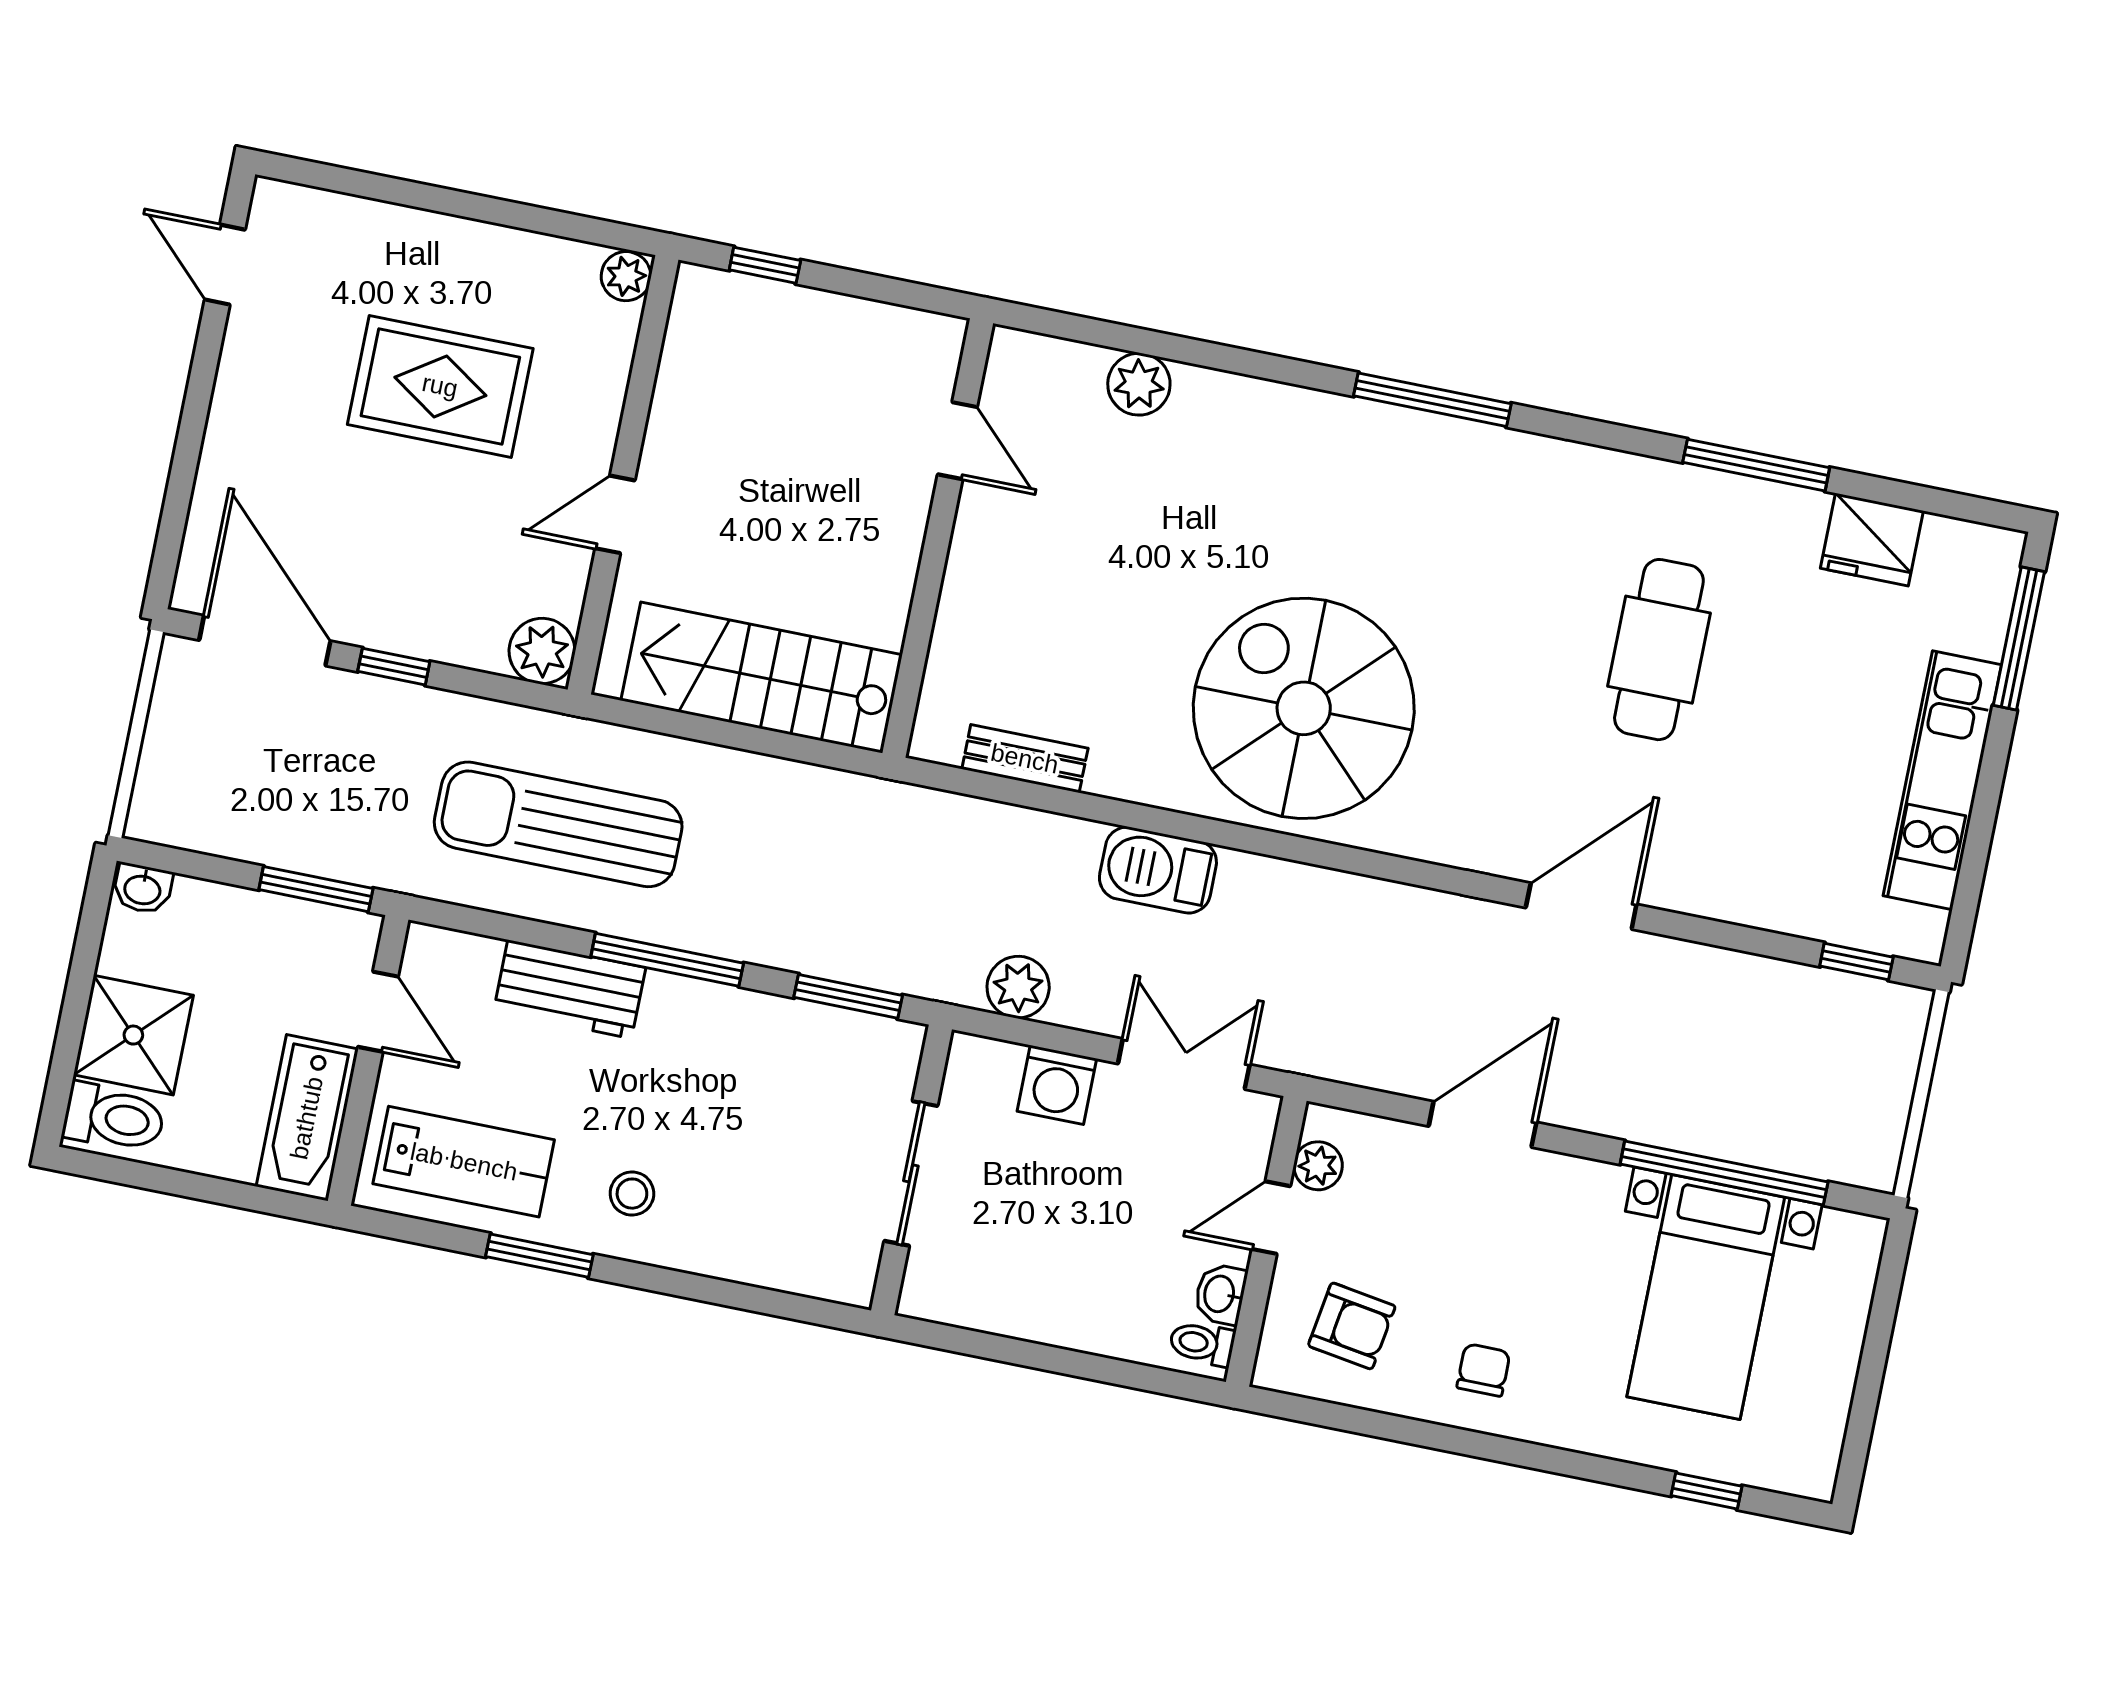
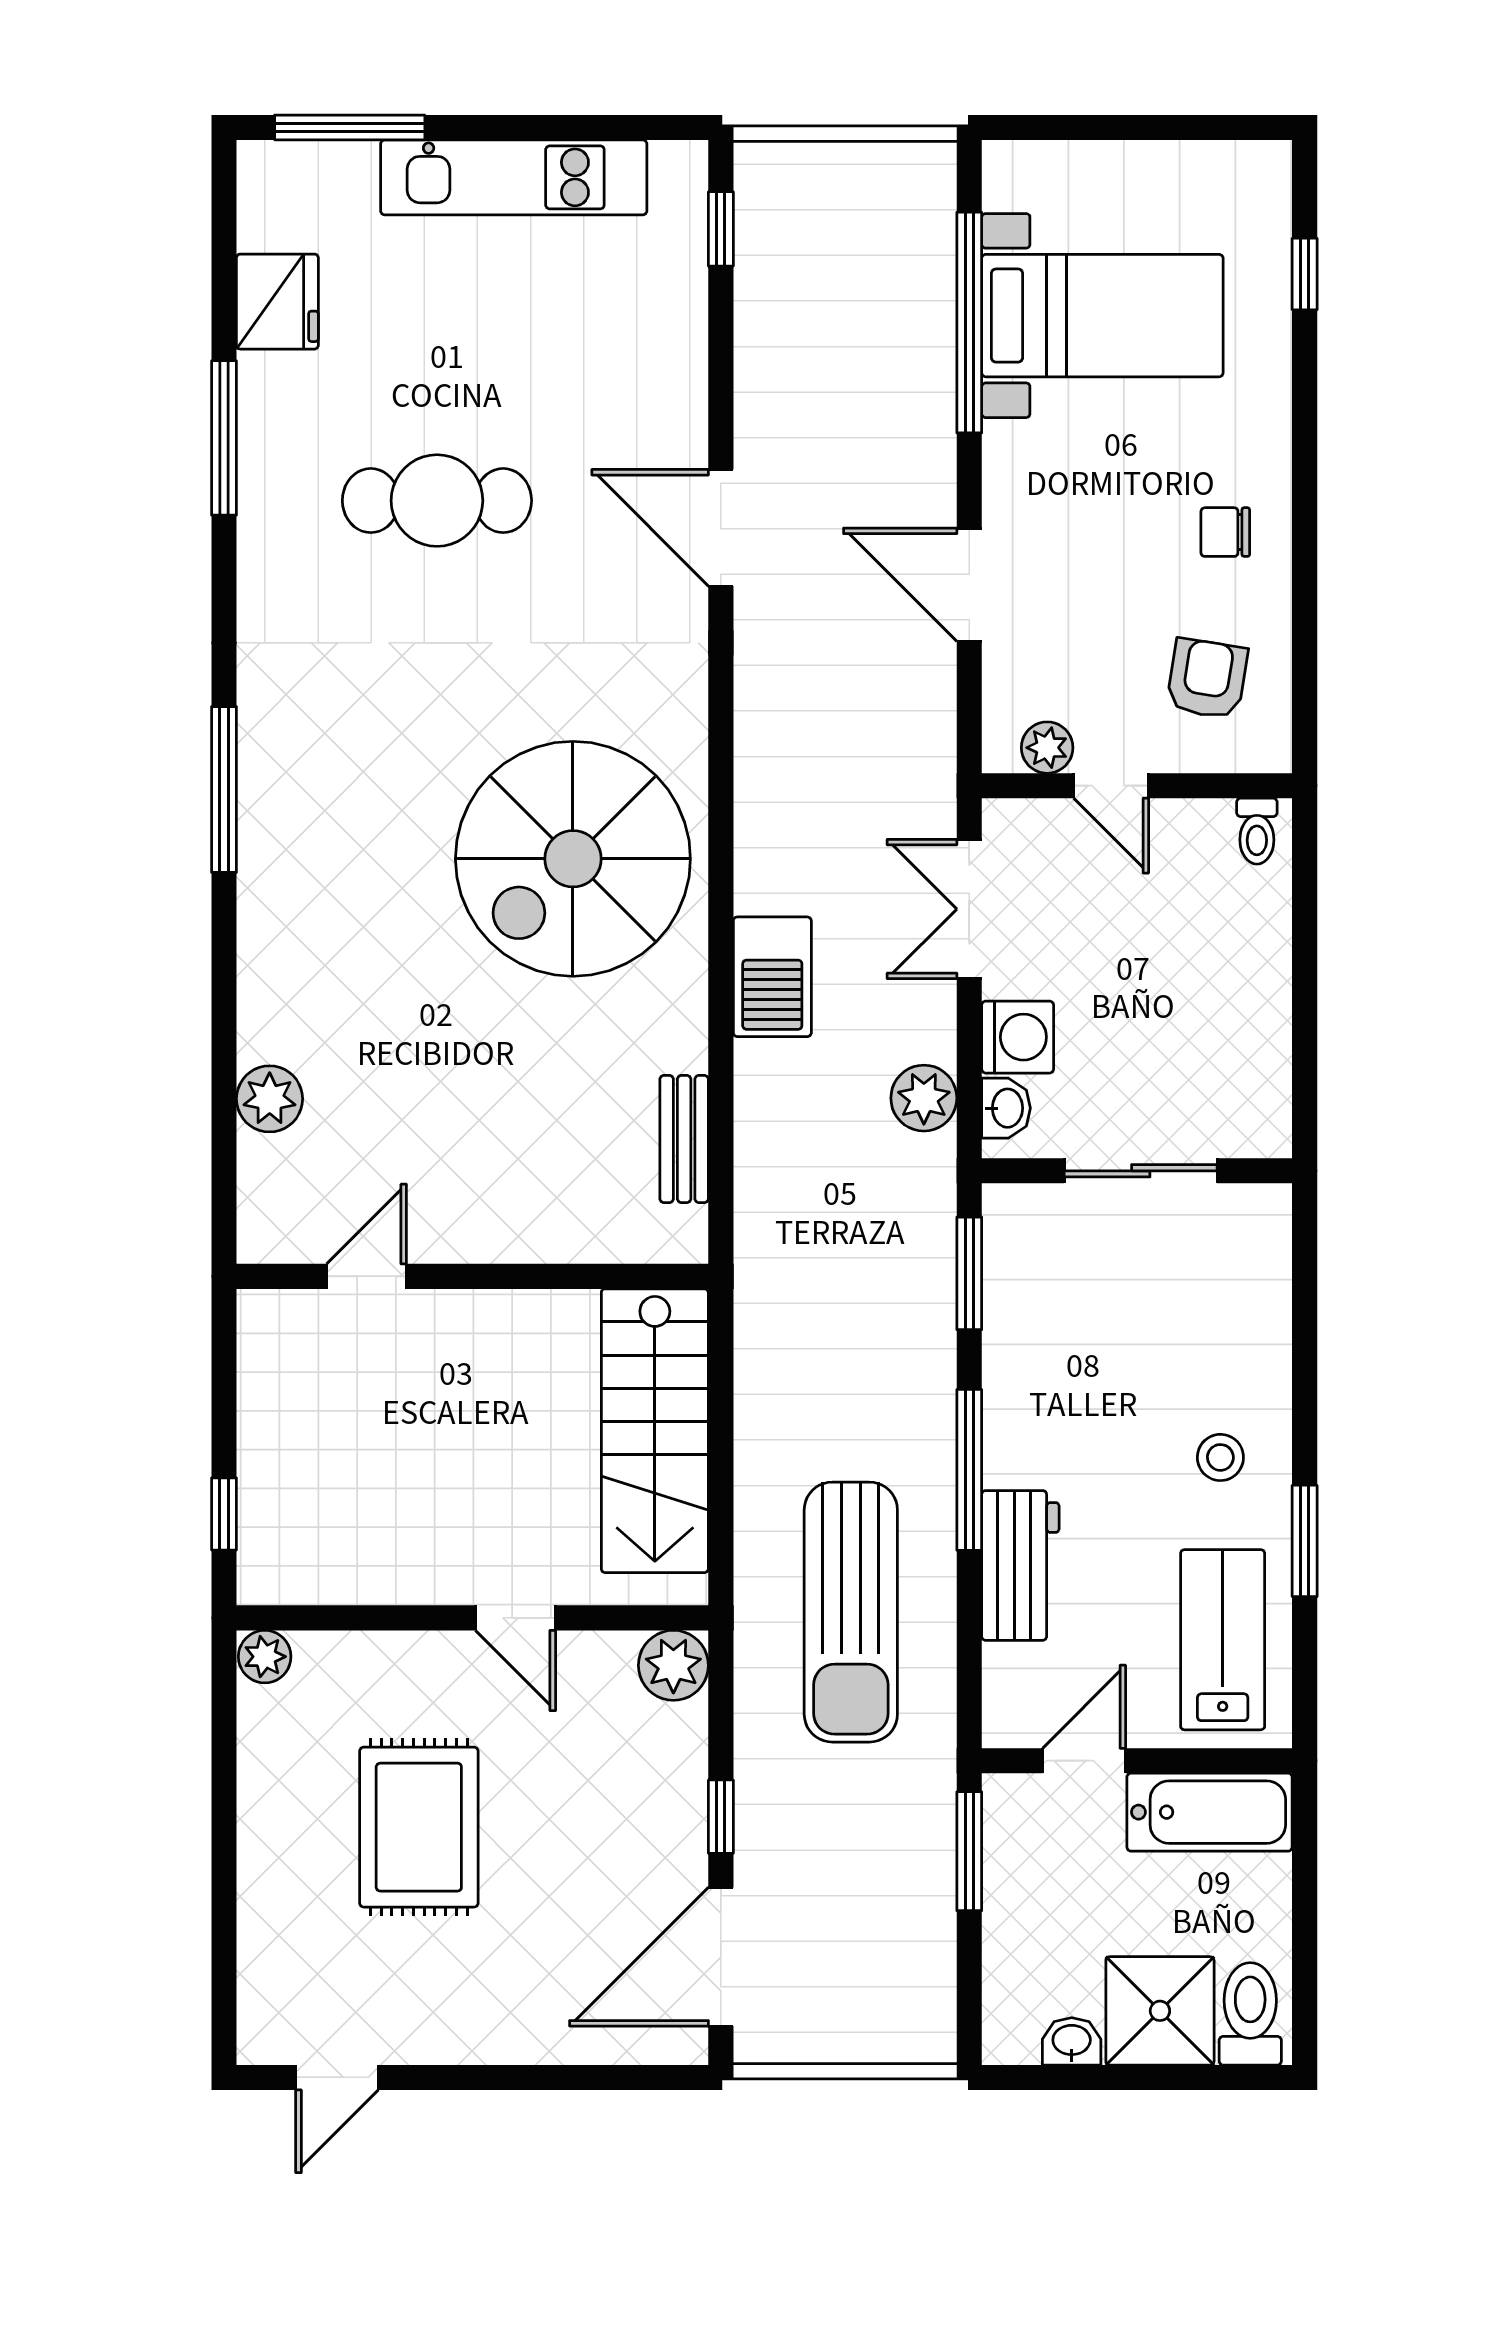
washbasin: (143, 889) -> (1072, 2041), moved, turned -90
washbasin: (1220, 1294) -> (1006, 1108), moved, turned -90

